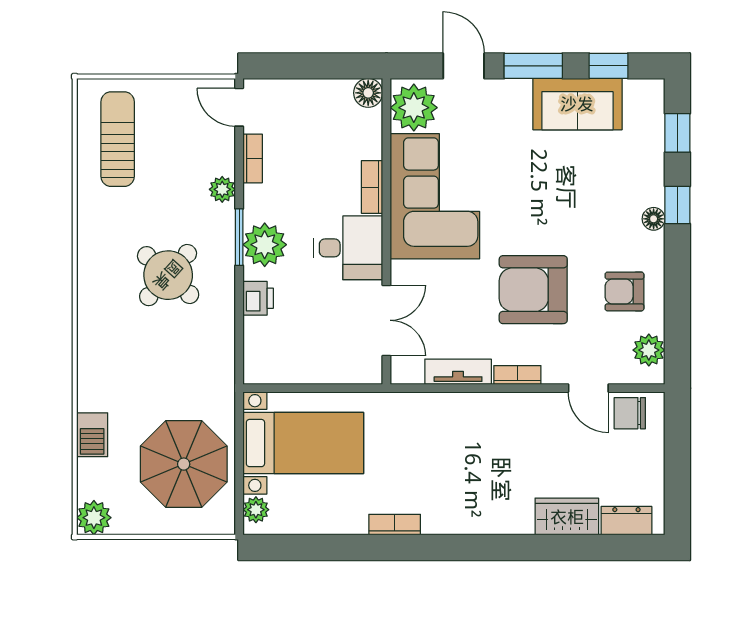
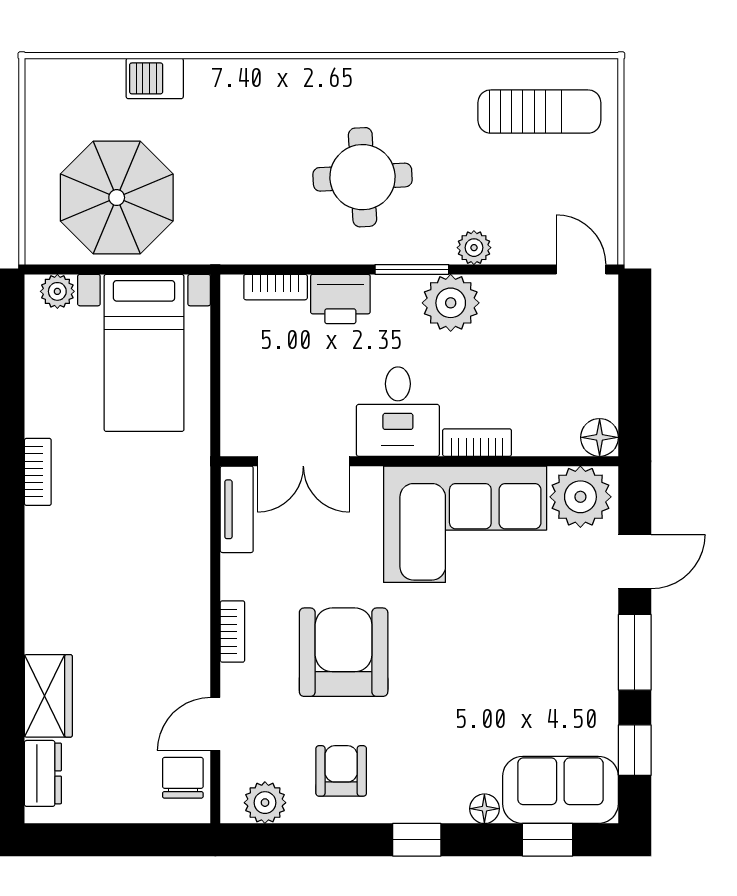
sofa: (577, 104) -> (560, 790), moved, turned 90
door: (239, 107) -> (581, 269), hinge flipped
bookcase: (253, 158) -> (276, 287), moved
window: (677, 205) -> (417, 840), moved
floor lamp: (654, 219) -> (484, 809), moved
plant: (265, 245) -> (451, 303), moved
round table: (168, 275) -> (363, 177), turned 45
printer: (258, 298) -> (340, 299), width x1.36, depth x1.24
tv unit: (458, 372) -> (237, 509), moved
plant: (94, 518) -> (47, 81), removed

